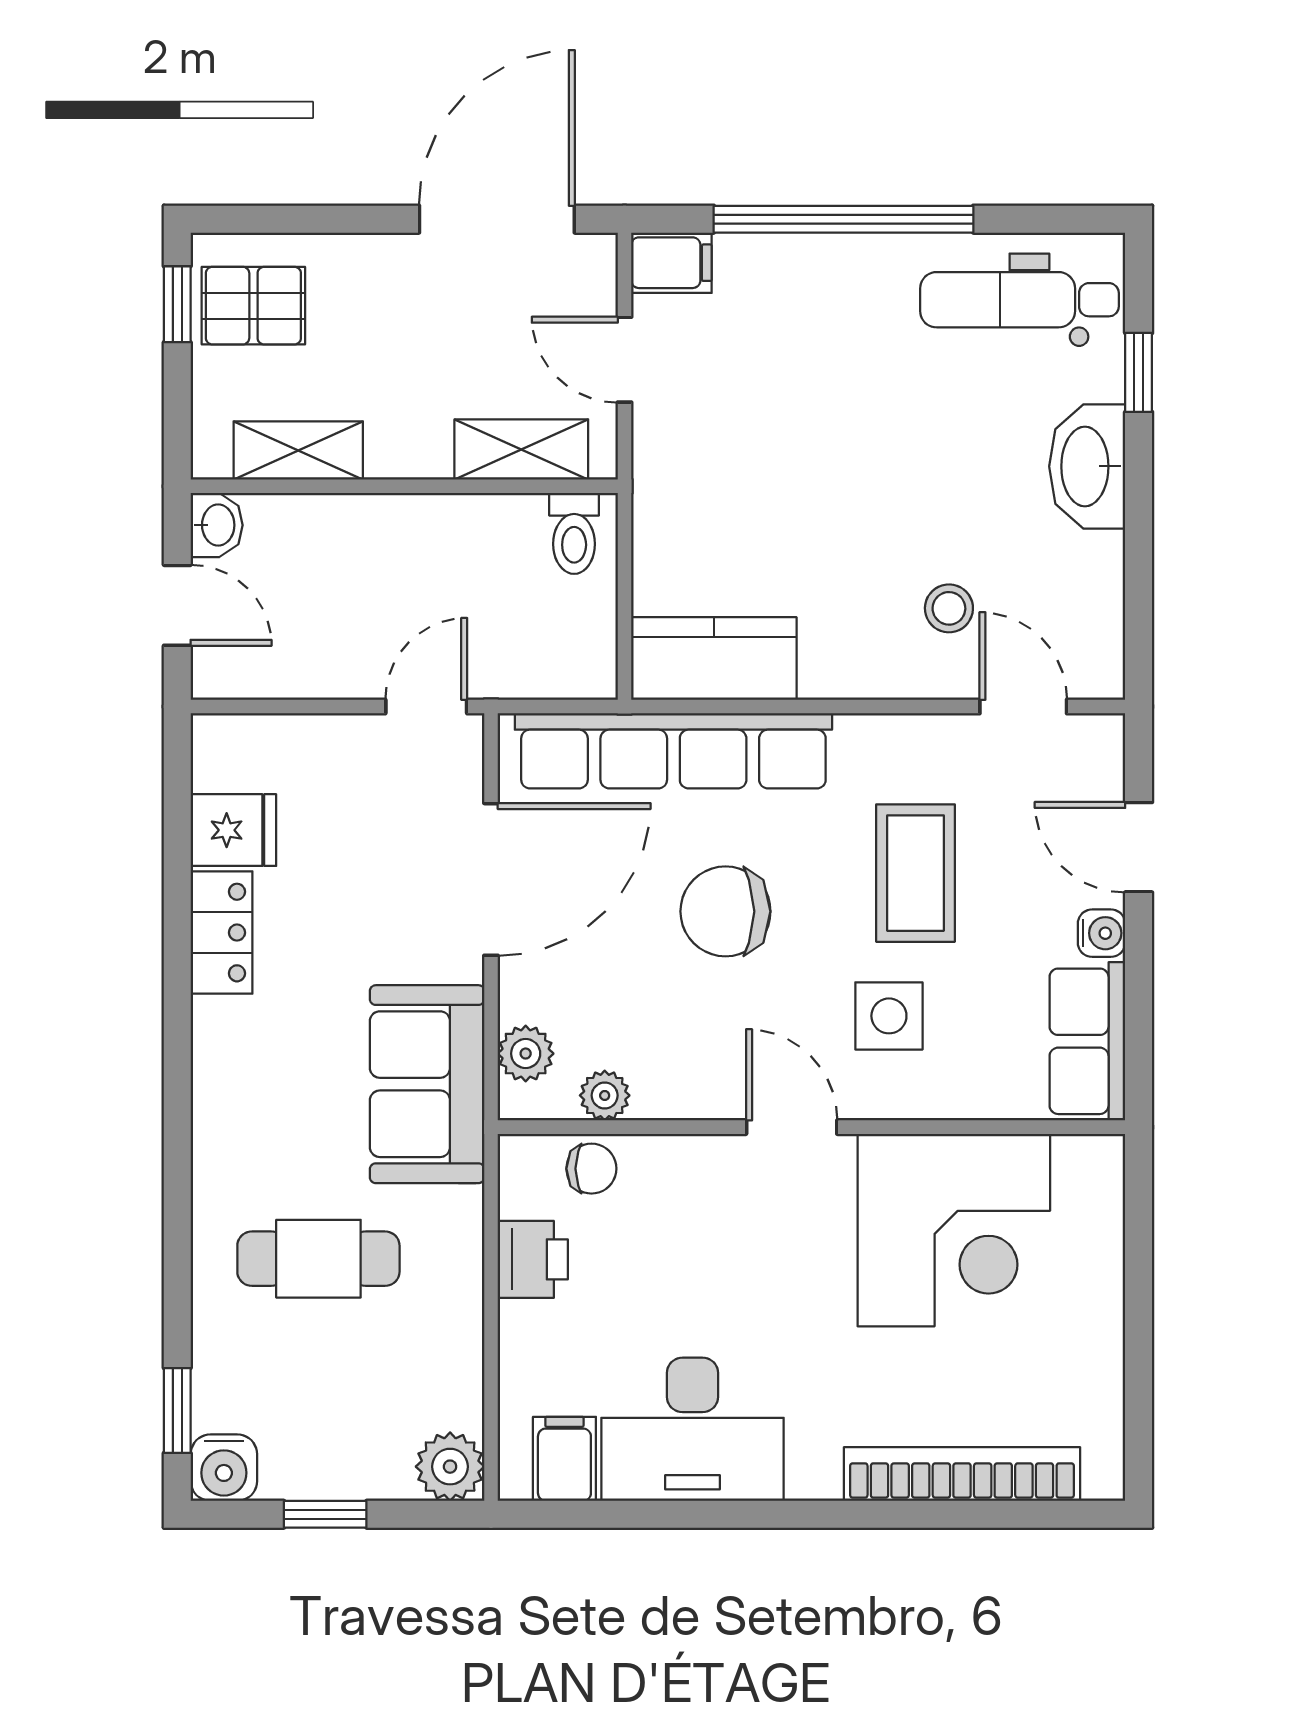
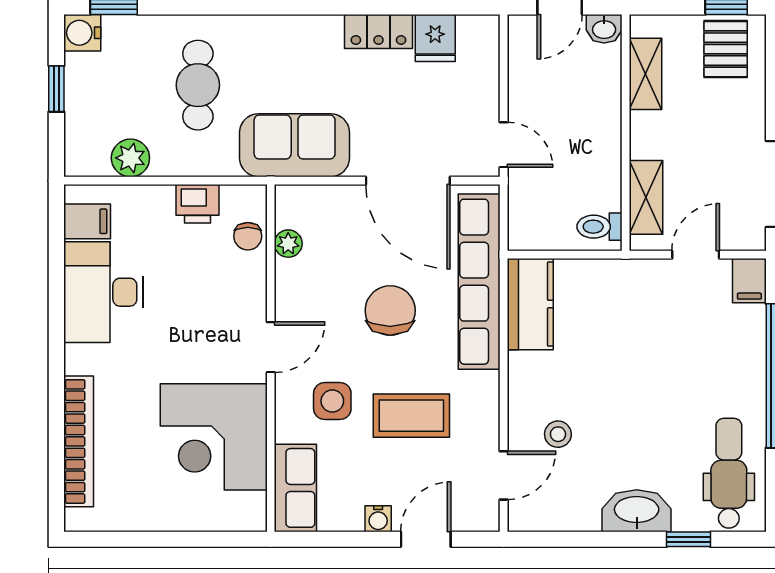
row of seats: (1087, 1041) -> (295, 488), moved, turned 90
plant: (526, 1054) -> (311, 200), removed
plant: (450, 1467) -> (130, 158), moved

